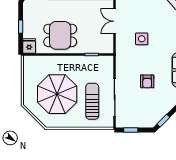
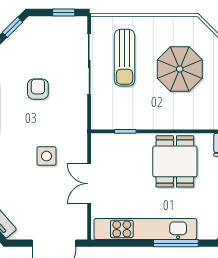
double door: (115, 21) -> (89, 184), swing flipped
dining table: (60, 35) -> (175, 161), turned 90
parasol: (57, 94) -> (180, 69), width x0.73, depth x0.73

